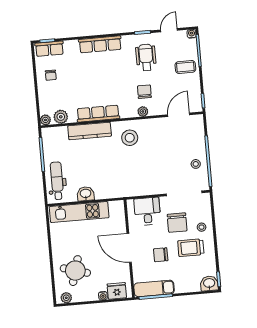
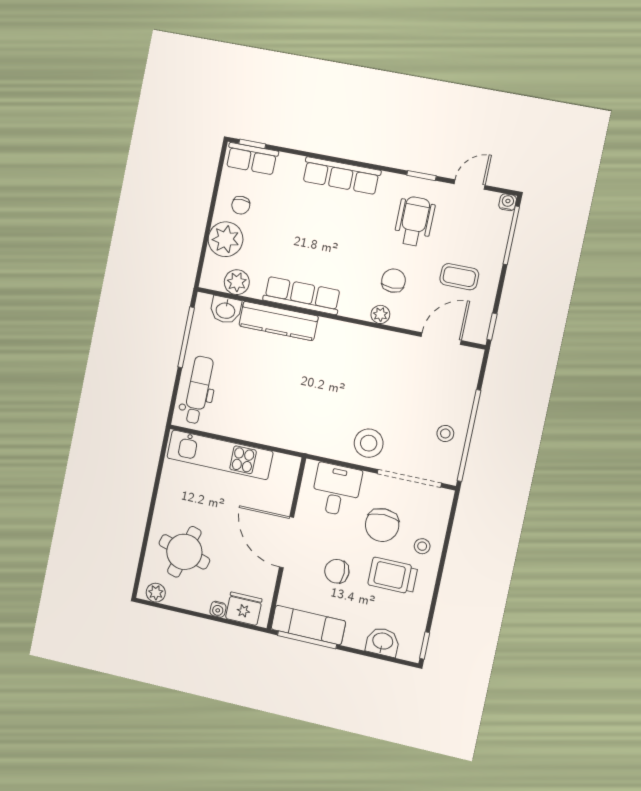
coffee table: (185, 67) -> (459, 277), moved
plant: (45, 120) -> (226, 239), moved, width x1.88, depth x1.88
stool: (130, 138) -> (369, 443), moved
washbasin: (86, 194) -> (226, 310), moved, turned 180
washbasin: (209, 283) -> (383, 642), moved

